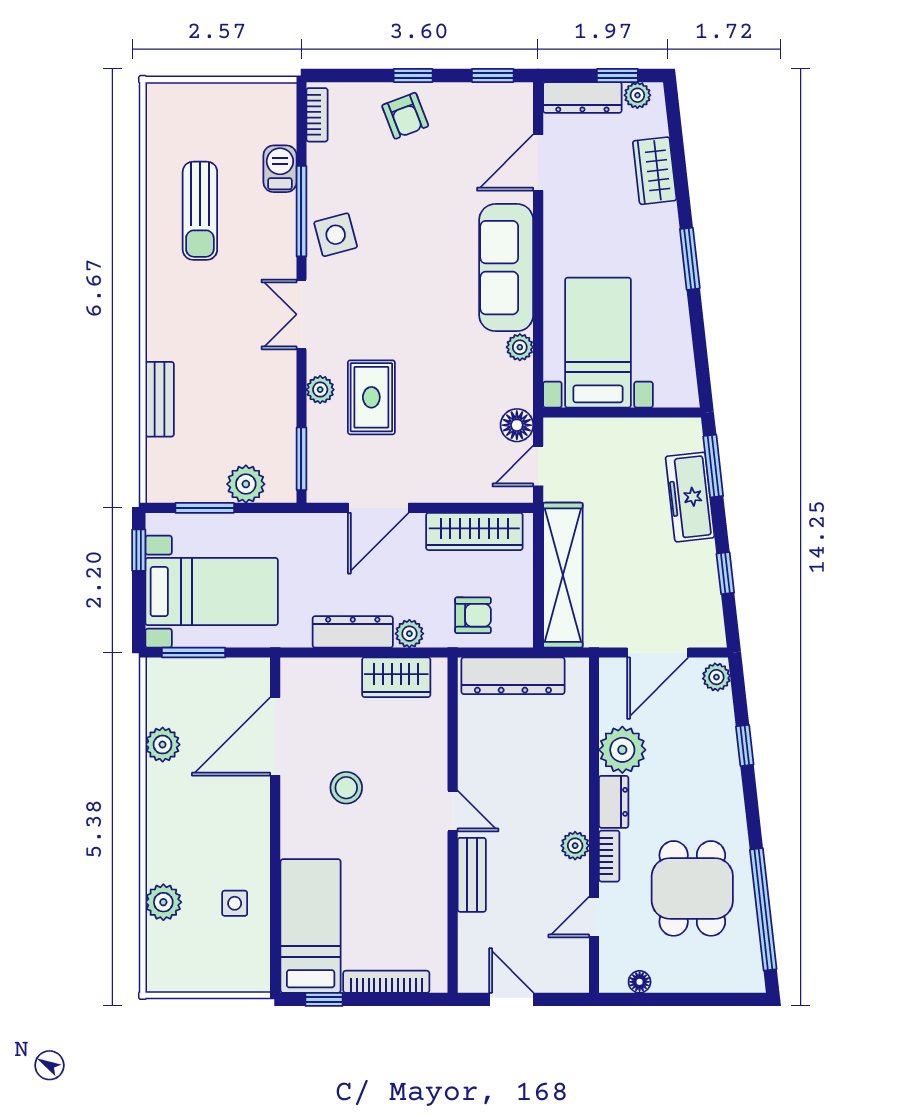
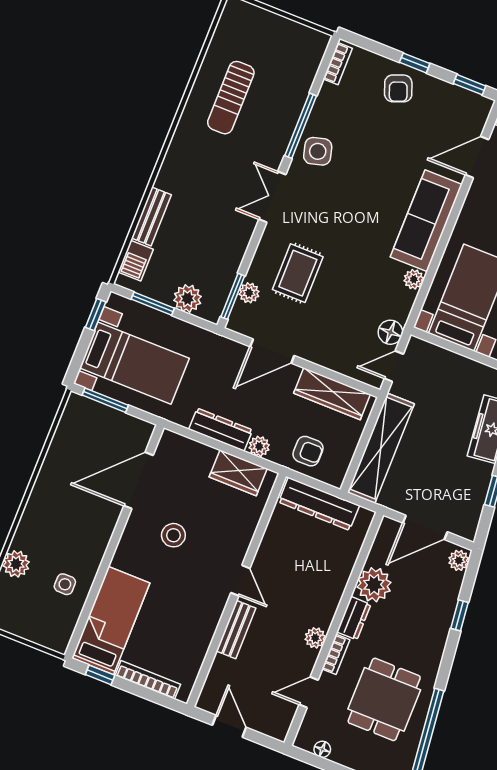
barbecue: (280, 169) -> (136, 261), moved, turned 180
plant: (320, 390) -> (249, 293), moved
plant: (163, 745) -> (59, 455), removed

